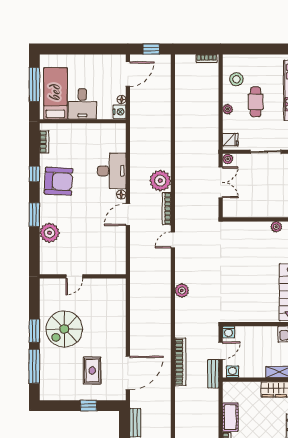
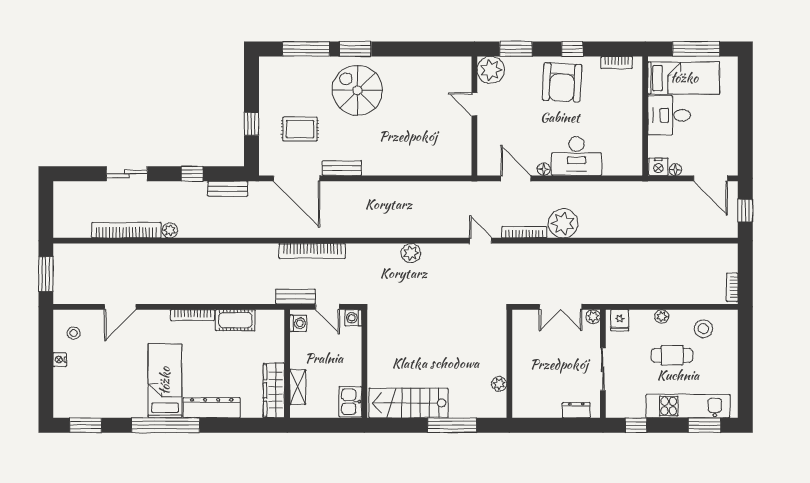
door: (74, 276) -> (474, 104), moved
wall: (83, 276) -> (474, 116), moved
bench: (120, 340) -> (342, 168), added

